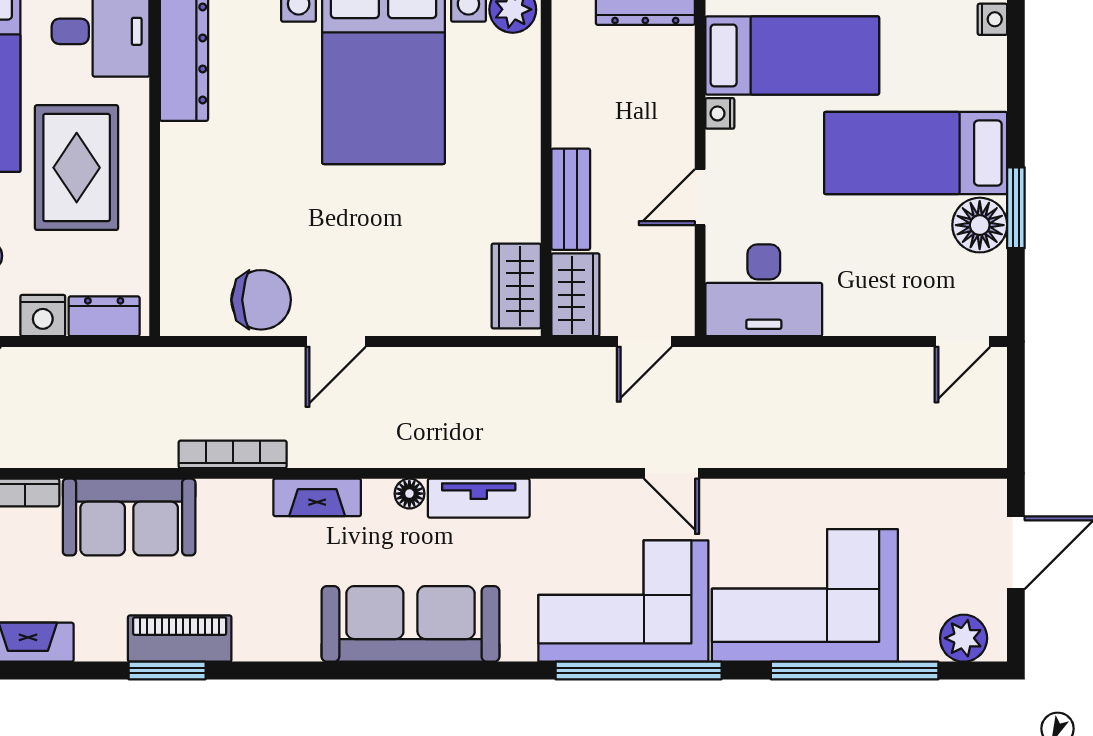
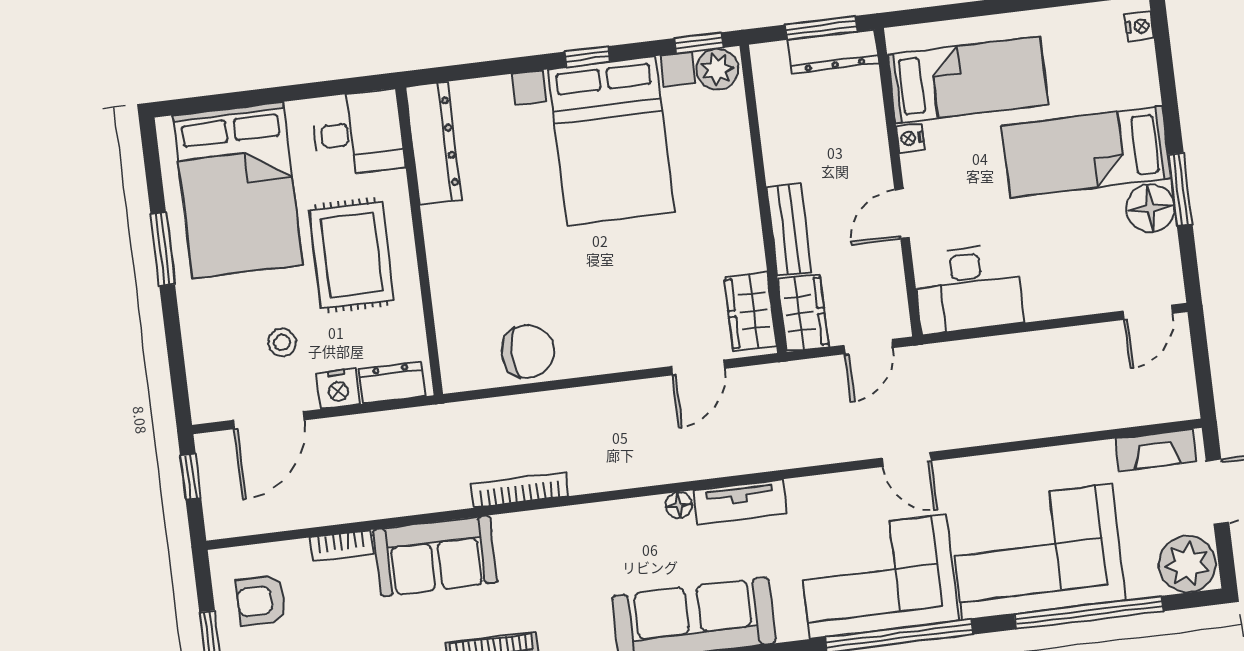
door: (336, 341) -> (698, 367), moved
fireplace: (317, 497) -> (1156, 450), moved
plant: (964, 638) -> (1187, 564), width x1.36, depth x1.36

